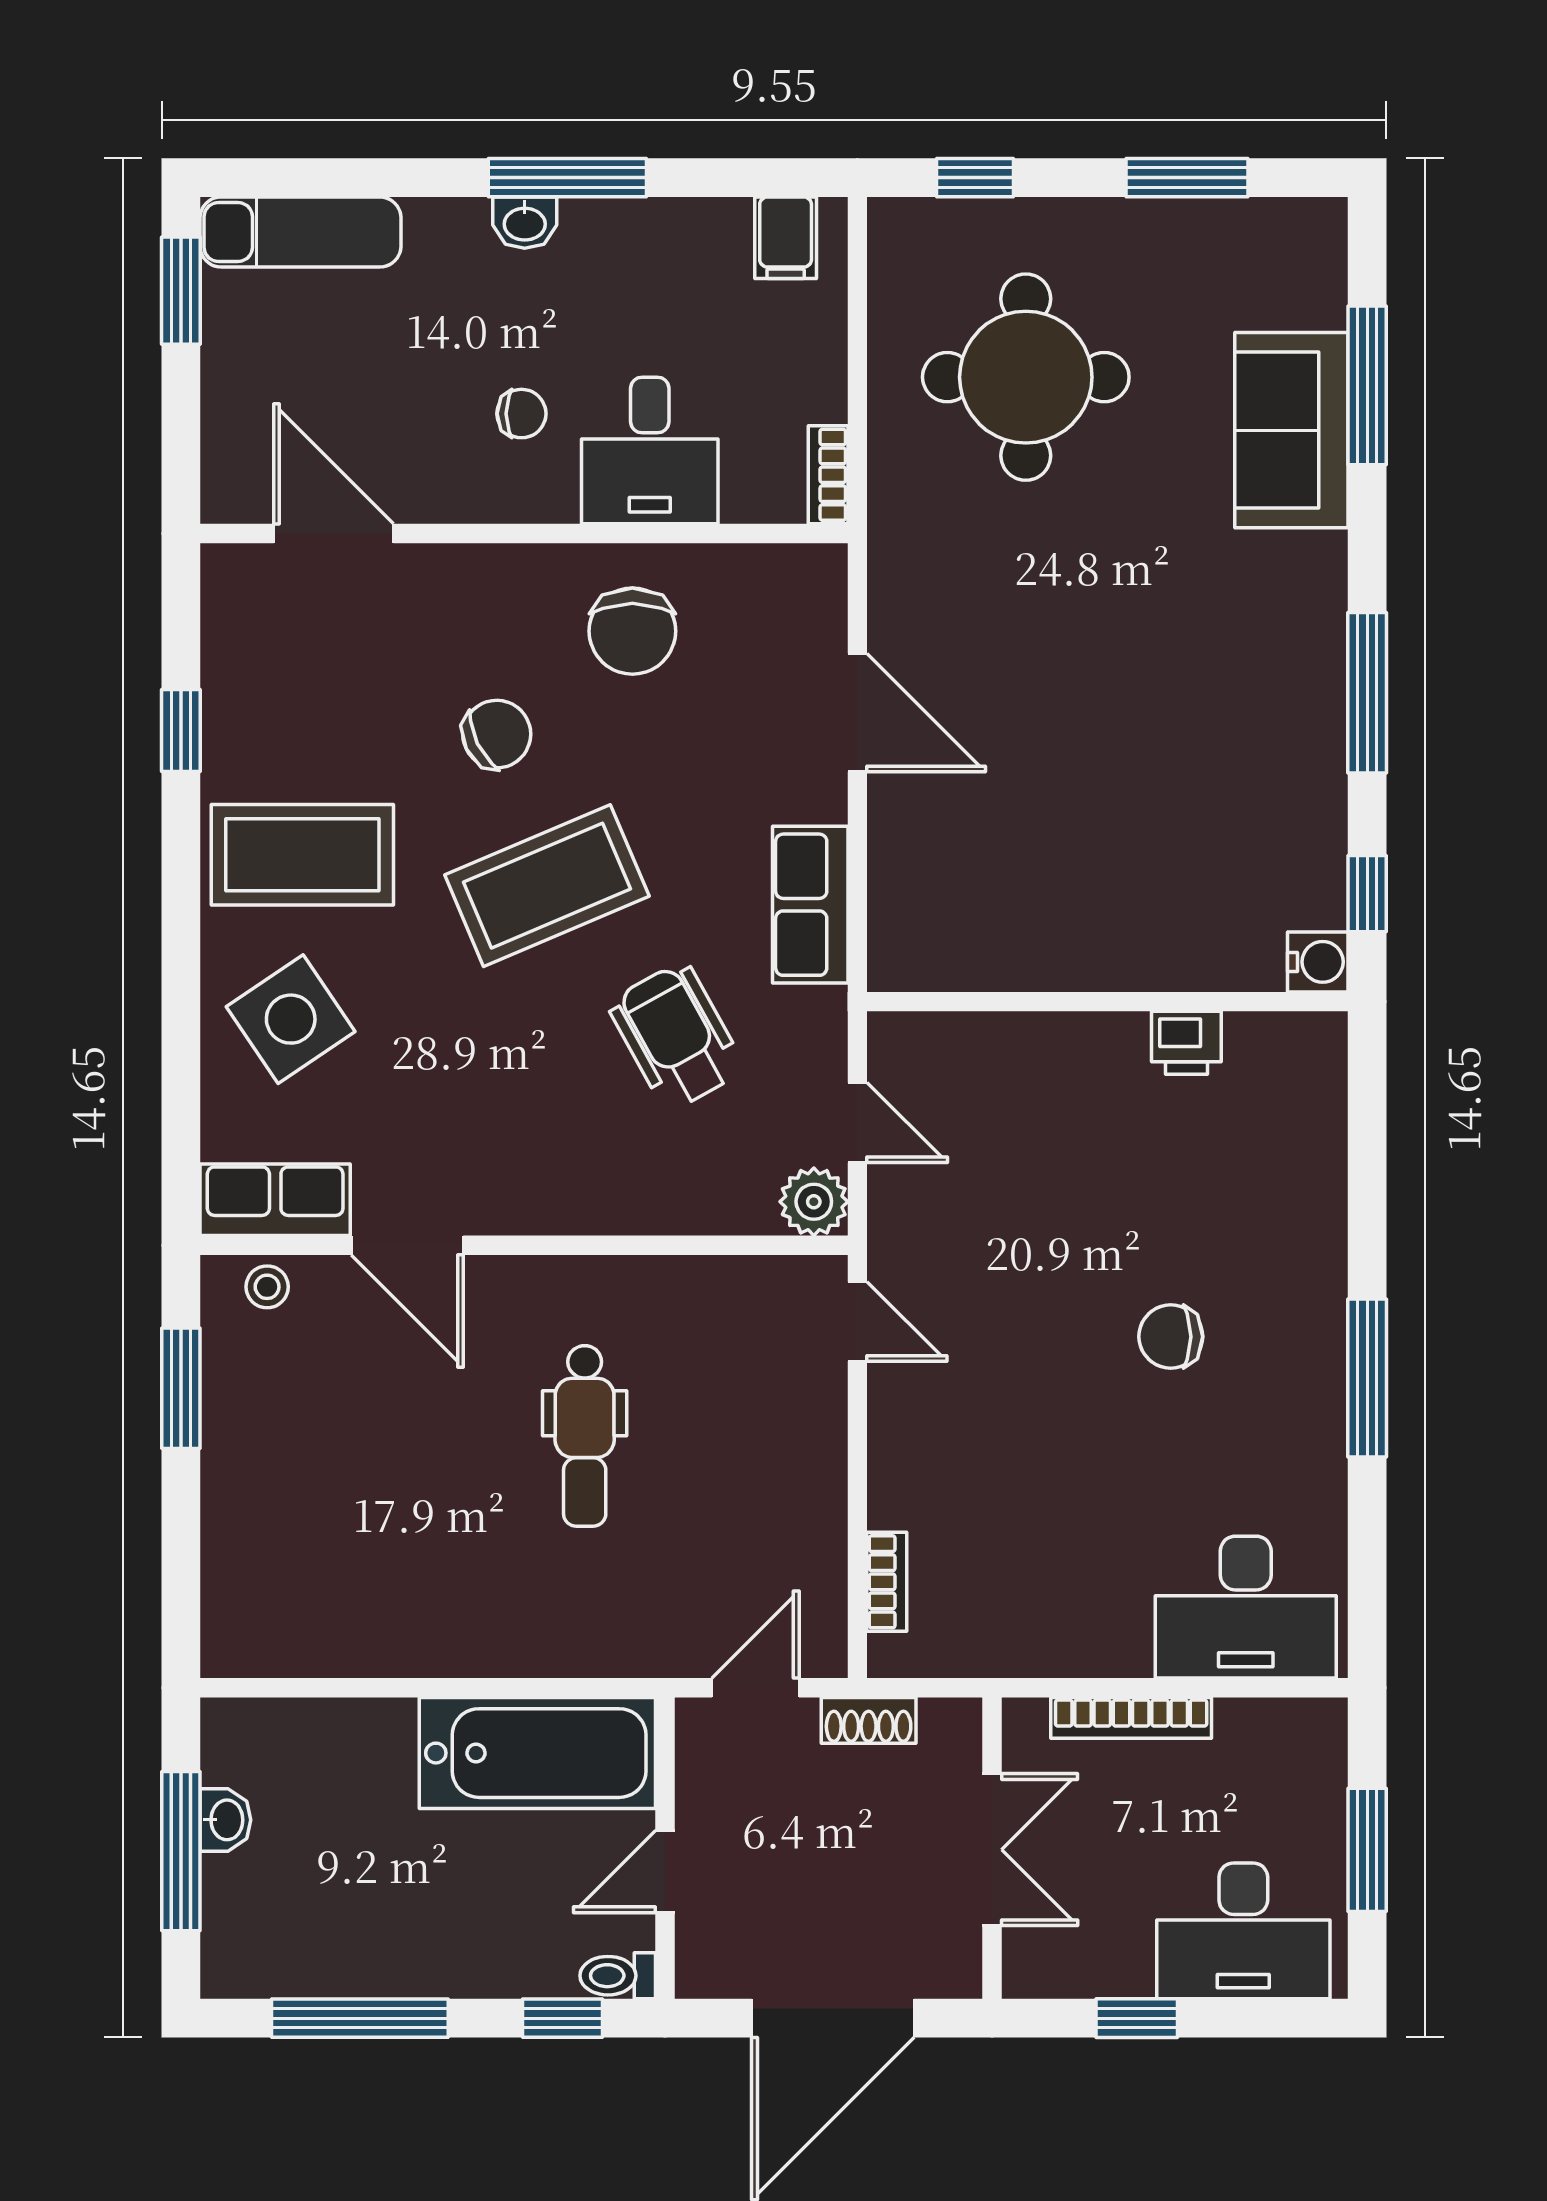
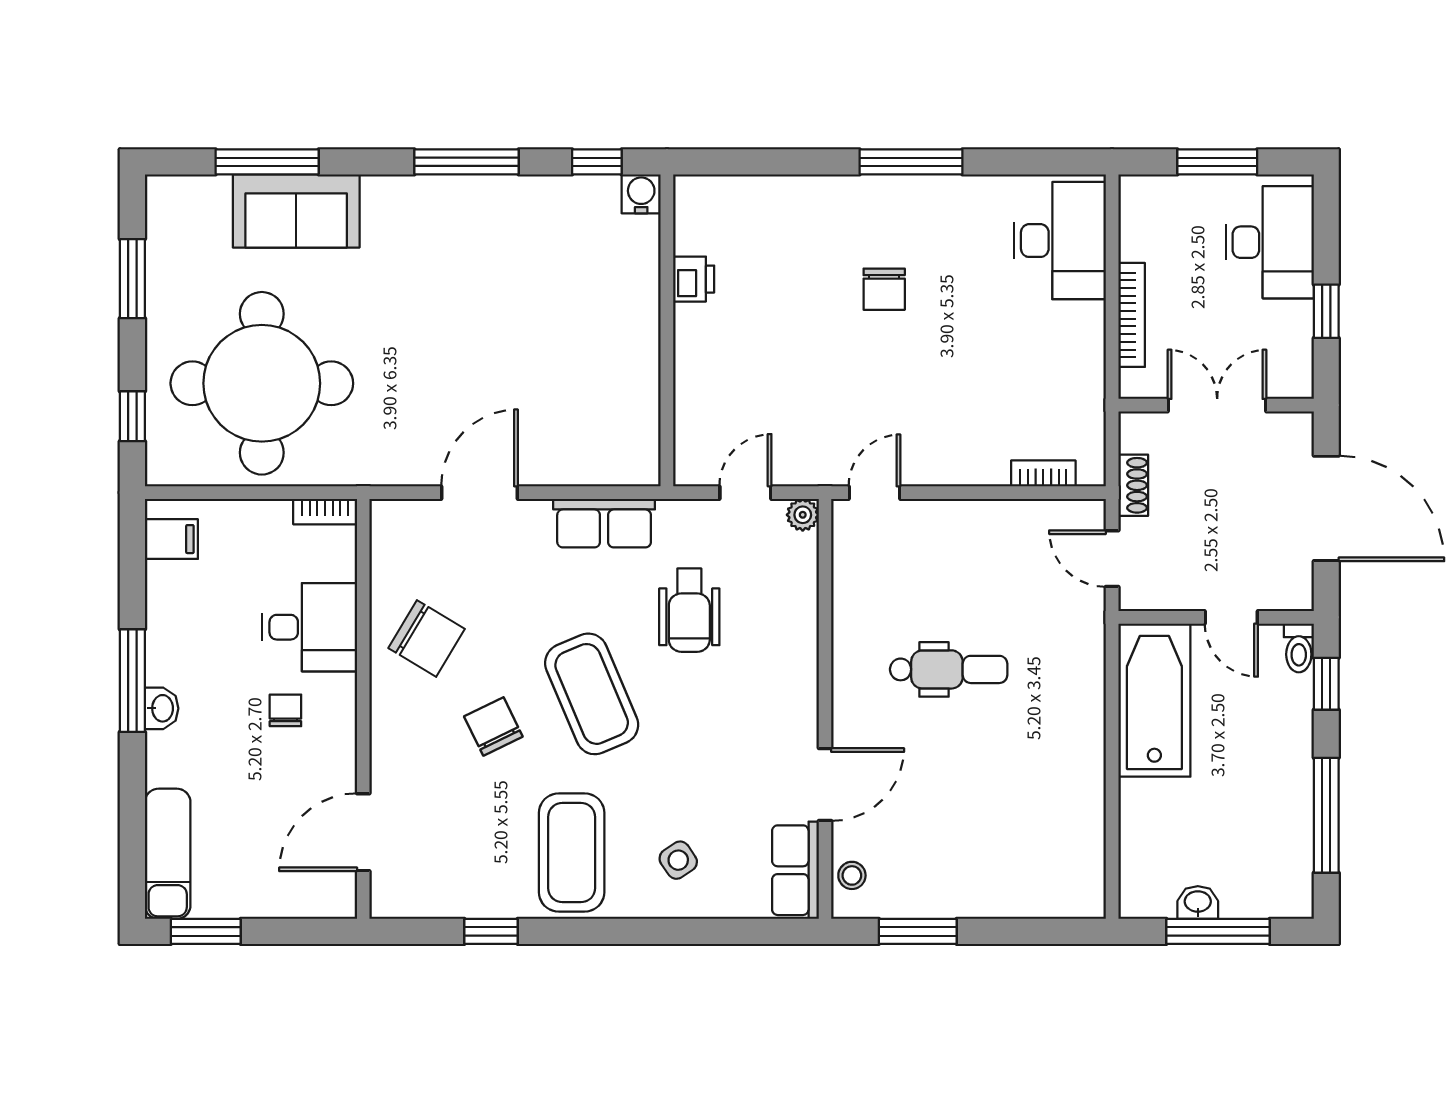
round table: (1026, 377) -> (262, 383), width x1.36, depth x1.36
chair: (632, 631) -> (427, 638), turned 31
side table: (291, 1019) -> (678, 860), width x0.54, depth x0.54
wheelchair: (676, 1036) -> (689, 610), turned -61
plant: (814, 1202) -> (803, 515), width x0.73, depth x0.73

